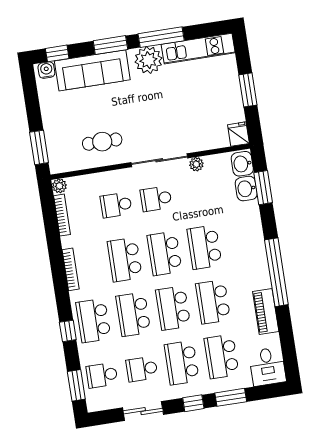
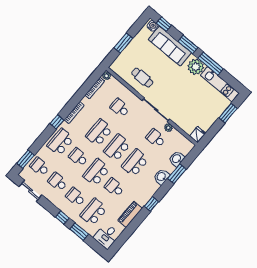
window: (248, 90) -> (228, 113), moved
window: (39, 147) -> (123, 43), moved
washbasin: (242, 164) -> (162, 177), moved
window: (263, 188) -> (177, 174), moved
school desk: (156, 199) -> (156, 138), moved
window: (276, 272) -> (151, 204), width x0.32
school desk: (213, 302) -> (114, 187), width x0.54
school desk: (133, 314) -> (78, 157), width x0.54
window: (68, 331) -> (57, 122), moved
school desk: (182, 363) -> (76, 197), width x0.54
sliding door: (143, 411) -> (31, 191), moved

